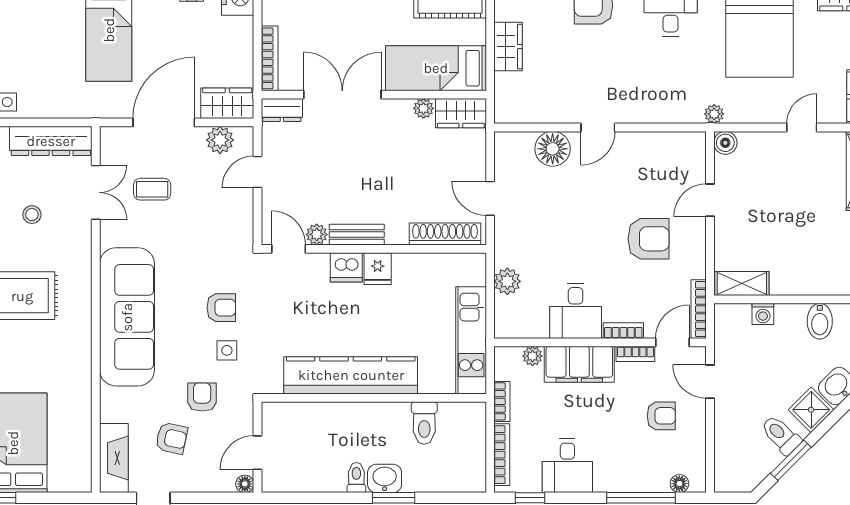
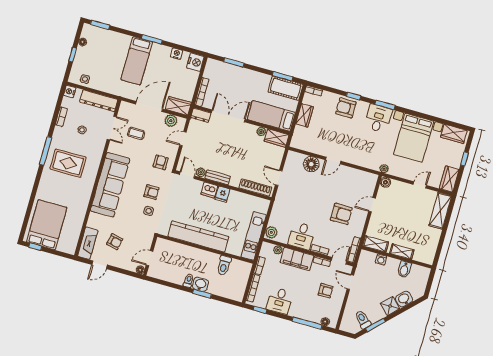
plant: (507, 281) -> (271, 232), moved
shelving: (804, 284) -> (402, 252), added
armchair: (202, 397) -> (161, 162), moved
toilet: (781, 435) -> (363, 320), moved

